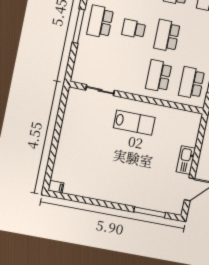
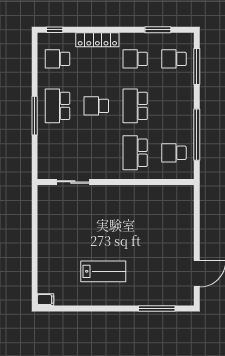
school desk: (192, 83) -> (174, 153), width x0.54
lab bench: (134, 123) -> (103, 271), moved
kitchen sink: (186, 160) -> (186, 241), removed

